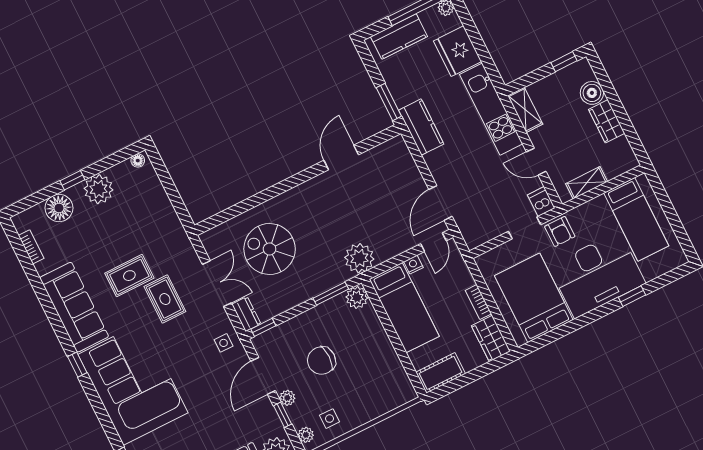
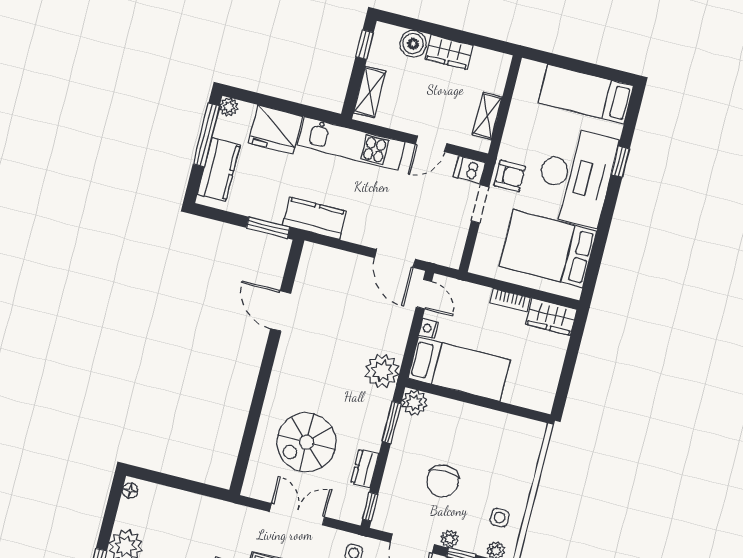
shelving: (525, 110) -> (370, 92), moved, turned 90
bed: (636, 219) -> (586, 94), moved, turned 180
dresser: (246, 314) -> (365, 468), moved, turned -90
cot: (441, 373) -> (543, 386), removed

